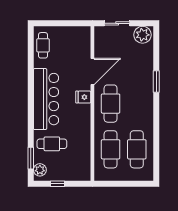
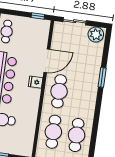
window: (75, 23) -> (38, 16), added

